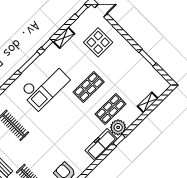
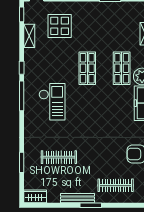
shelving: (64, 38) -> (29, 36), moved
checkout: (45, 86) -> (52, 102), width x0.73, depth x0.83

